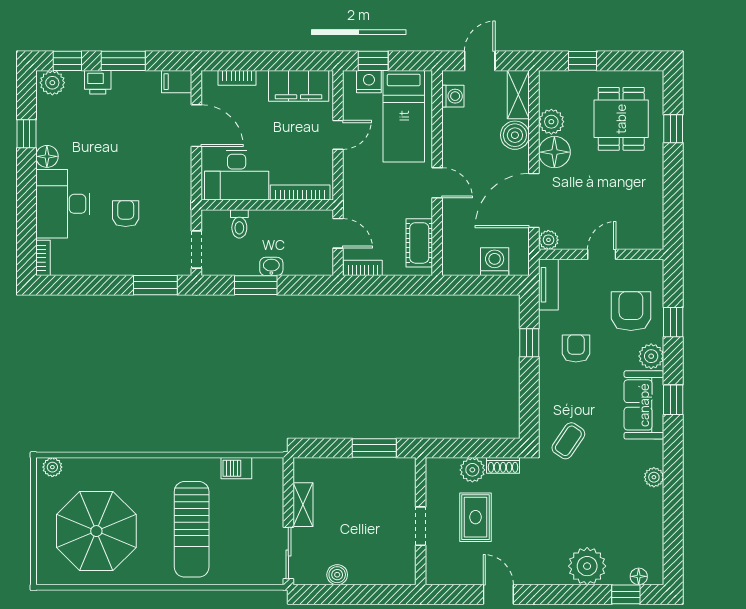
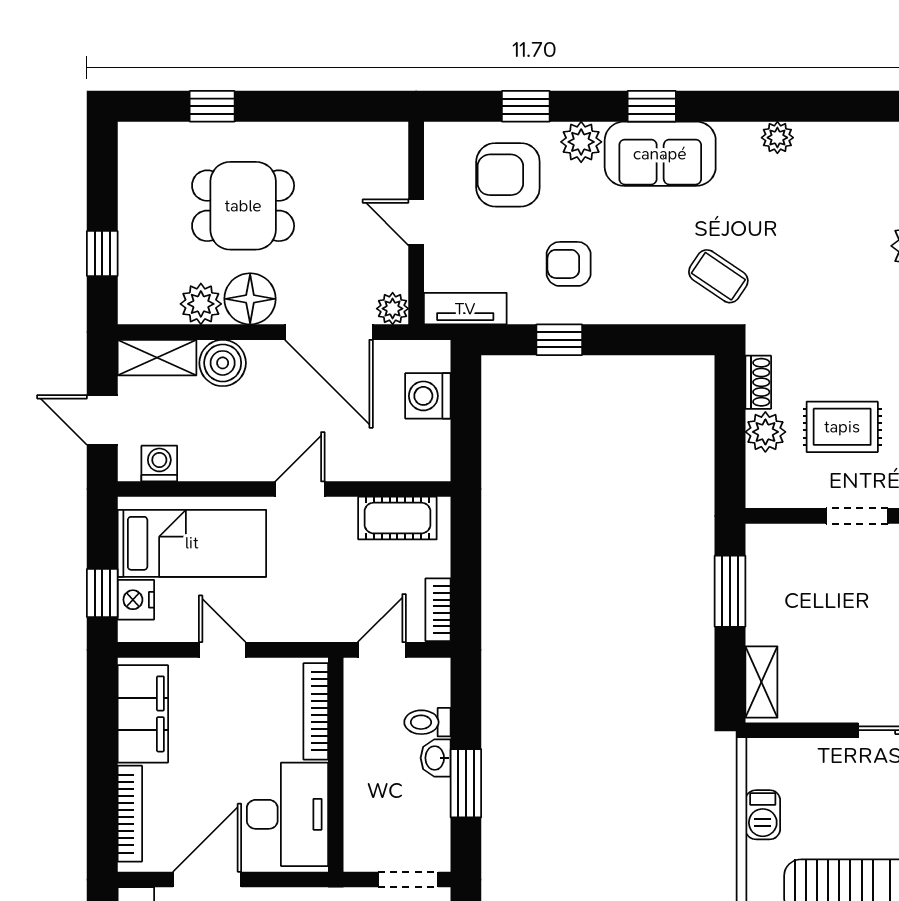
bookcase: (237, 78) -> (130, 814), width x1.56
dining table: (621, 119) -> (243, 206), moved
toilet: (239, 224) -> (427, 722), moved, turned 180
shelving: (303, 505) -> (761, 682), moved, turned 90

